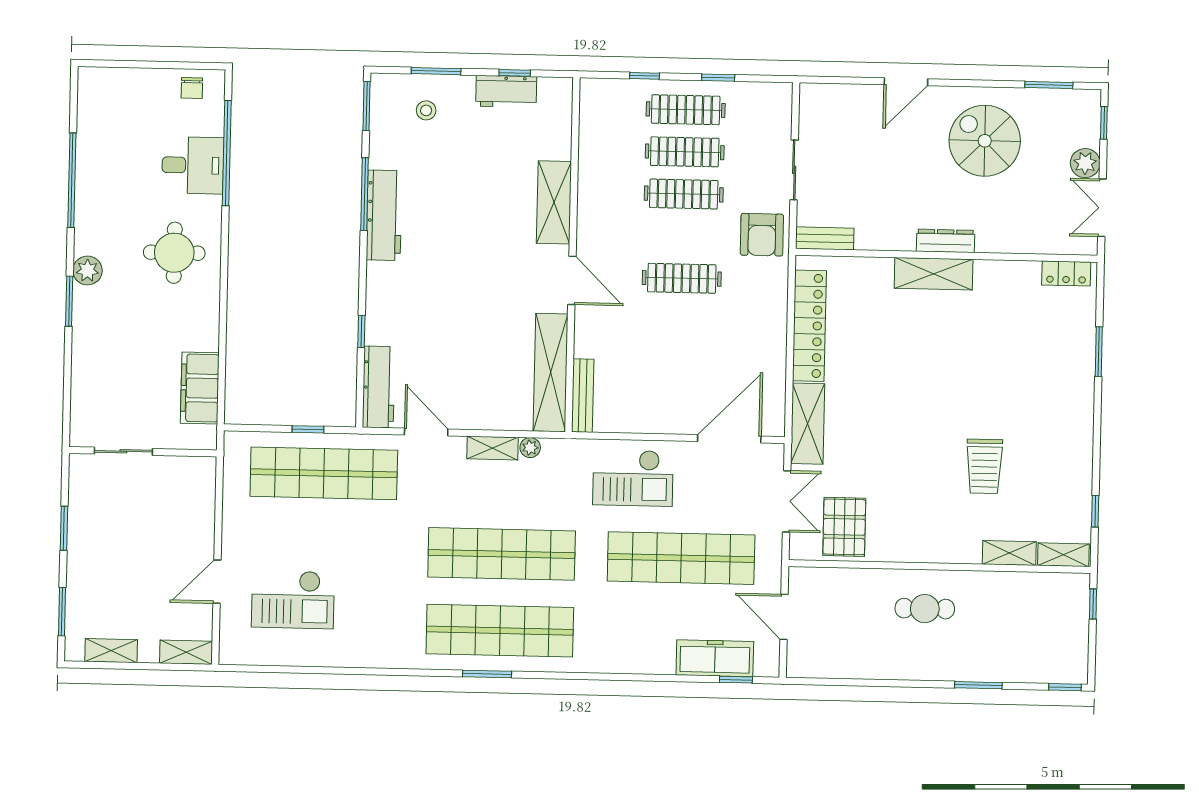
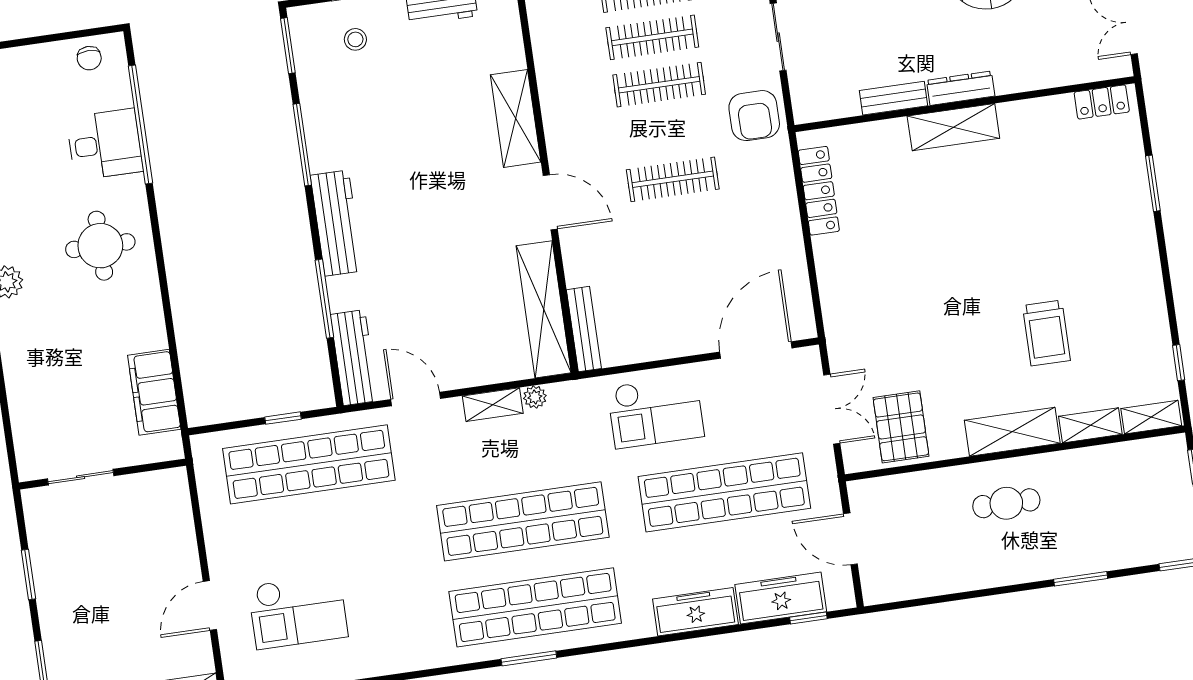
workbench: (384, 215) -> (336, 223), moved
bench: (825, 238) -> (894, 98), moved
locker: (809, 326) -> (819, 191), width x0.71, depth x0.83
window: (361, 331) -> (324, 299), width x2.17
shelving: (808, 424) -> (1012, 432), moved, turned 90
freezer: (639, 658) -> (695, 612), added

